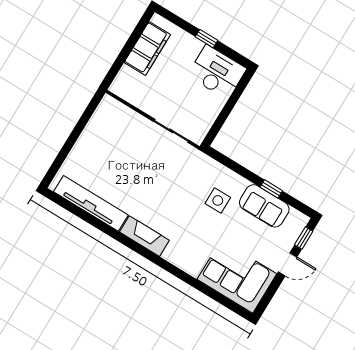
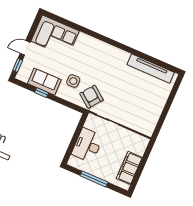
window: (206, 39) -> (94, 179), width x2.17
desk: (217, 72) -> (87, 145), moved, turned 90
armchair: (192, 171) -> (91, 97), added
fireplace: (144, 236) -> (115, 53), removed

